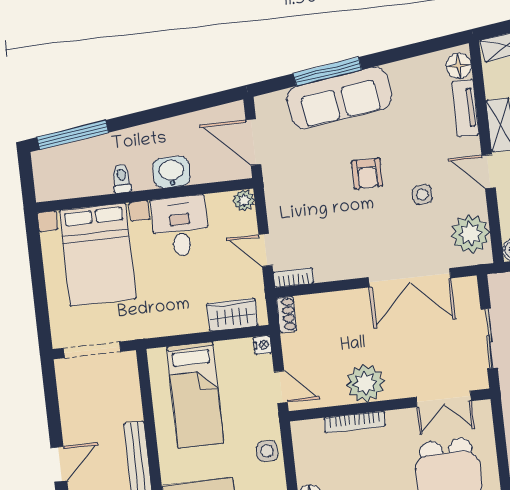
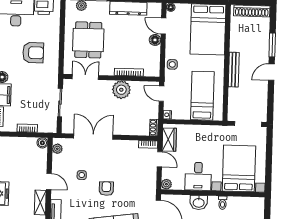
plant: (471, 234) -> (57, 149), width x0.53, depth x0.53
wardrobe: (232, 315) -> (169, 140), moved, turned -90

